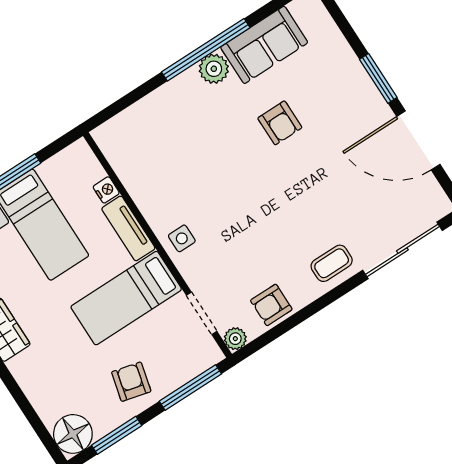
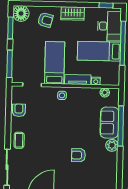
sofa: (264, 45) -> (110, 123), moved
window: (206, 50) -> (121, 126), moved
plant: (235, 339) -> (105, 93), moved
armchair: (131, 382) -> (45, 20), moved

